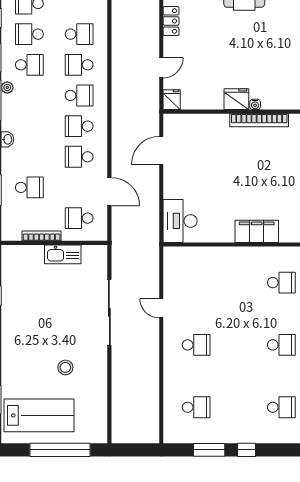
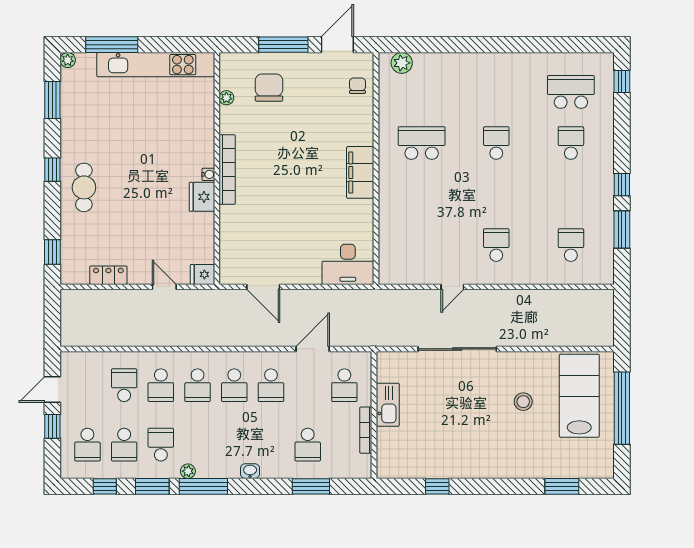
school desk: (79, 95) -> (198, 385), turned 180
school desk: (29, 187) -> (308, 445), turned 180
school desk: (281, 283) -> (422, 143), width x1.85
lab bench: (39, 415) -> (579, 396), moved

